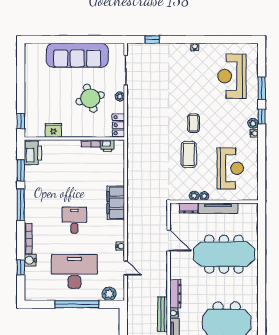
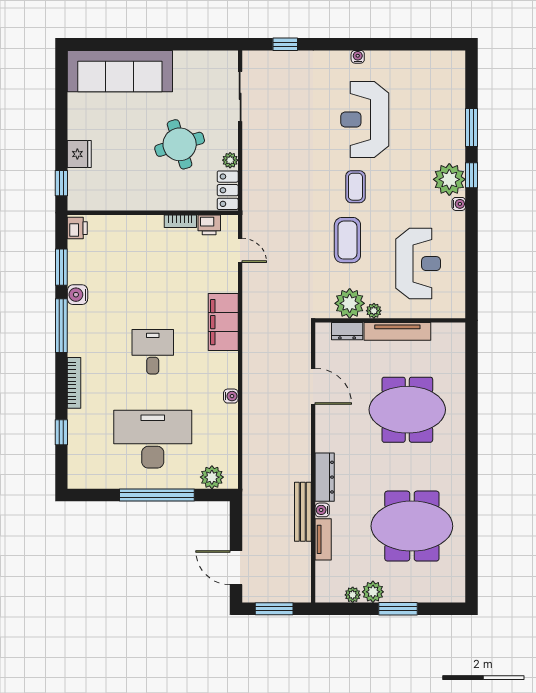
sofa: (77, 55) -> (120, 71), moved
reception desk: (232, 76) -> (365, 119), moved
plant: (120, 96) -> (230, 160), moved
plant: (253, 123) -> (449, 179), width x1.88, depth x1.88
fridge: (53, 130) -> (79, 154), moved, turned 90
printer: (33, 153) -> (77, 228), width x0.53, depth x0.68
plant: (194, 196) -> (350, 303), width x1.87, depth x1.87
meeting table: (224, 254) -> (407, 410), width x0.73
water cooler: (30, 260) -> (78, 295), moved
door: (126, 268) -> (240, 250), moved

